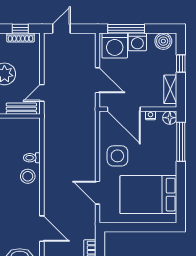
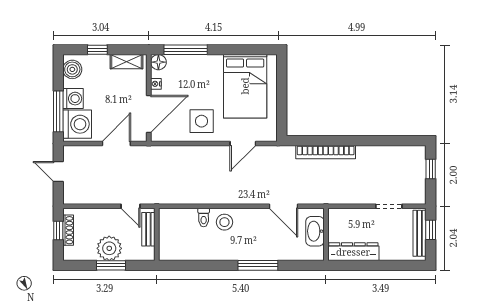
door: (61, 29) -> (58, 172), moved
door: (42, 229) -> (283, 206), swing flipped

